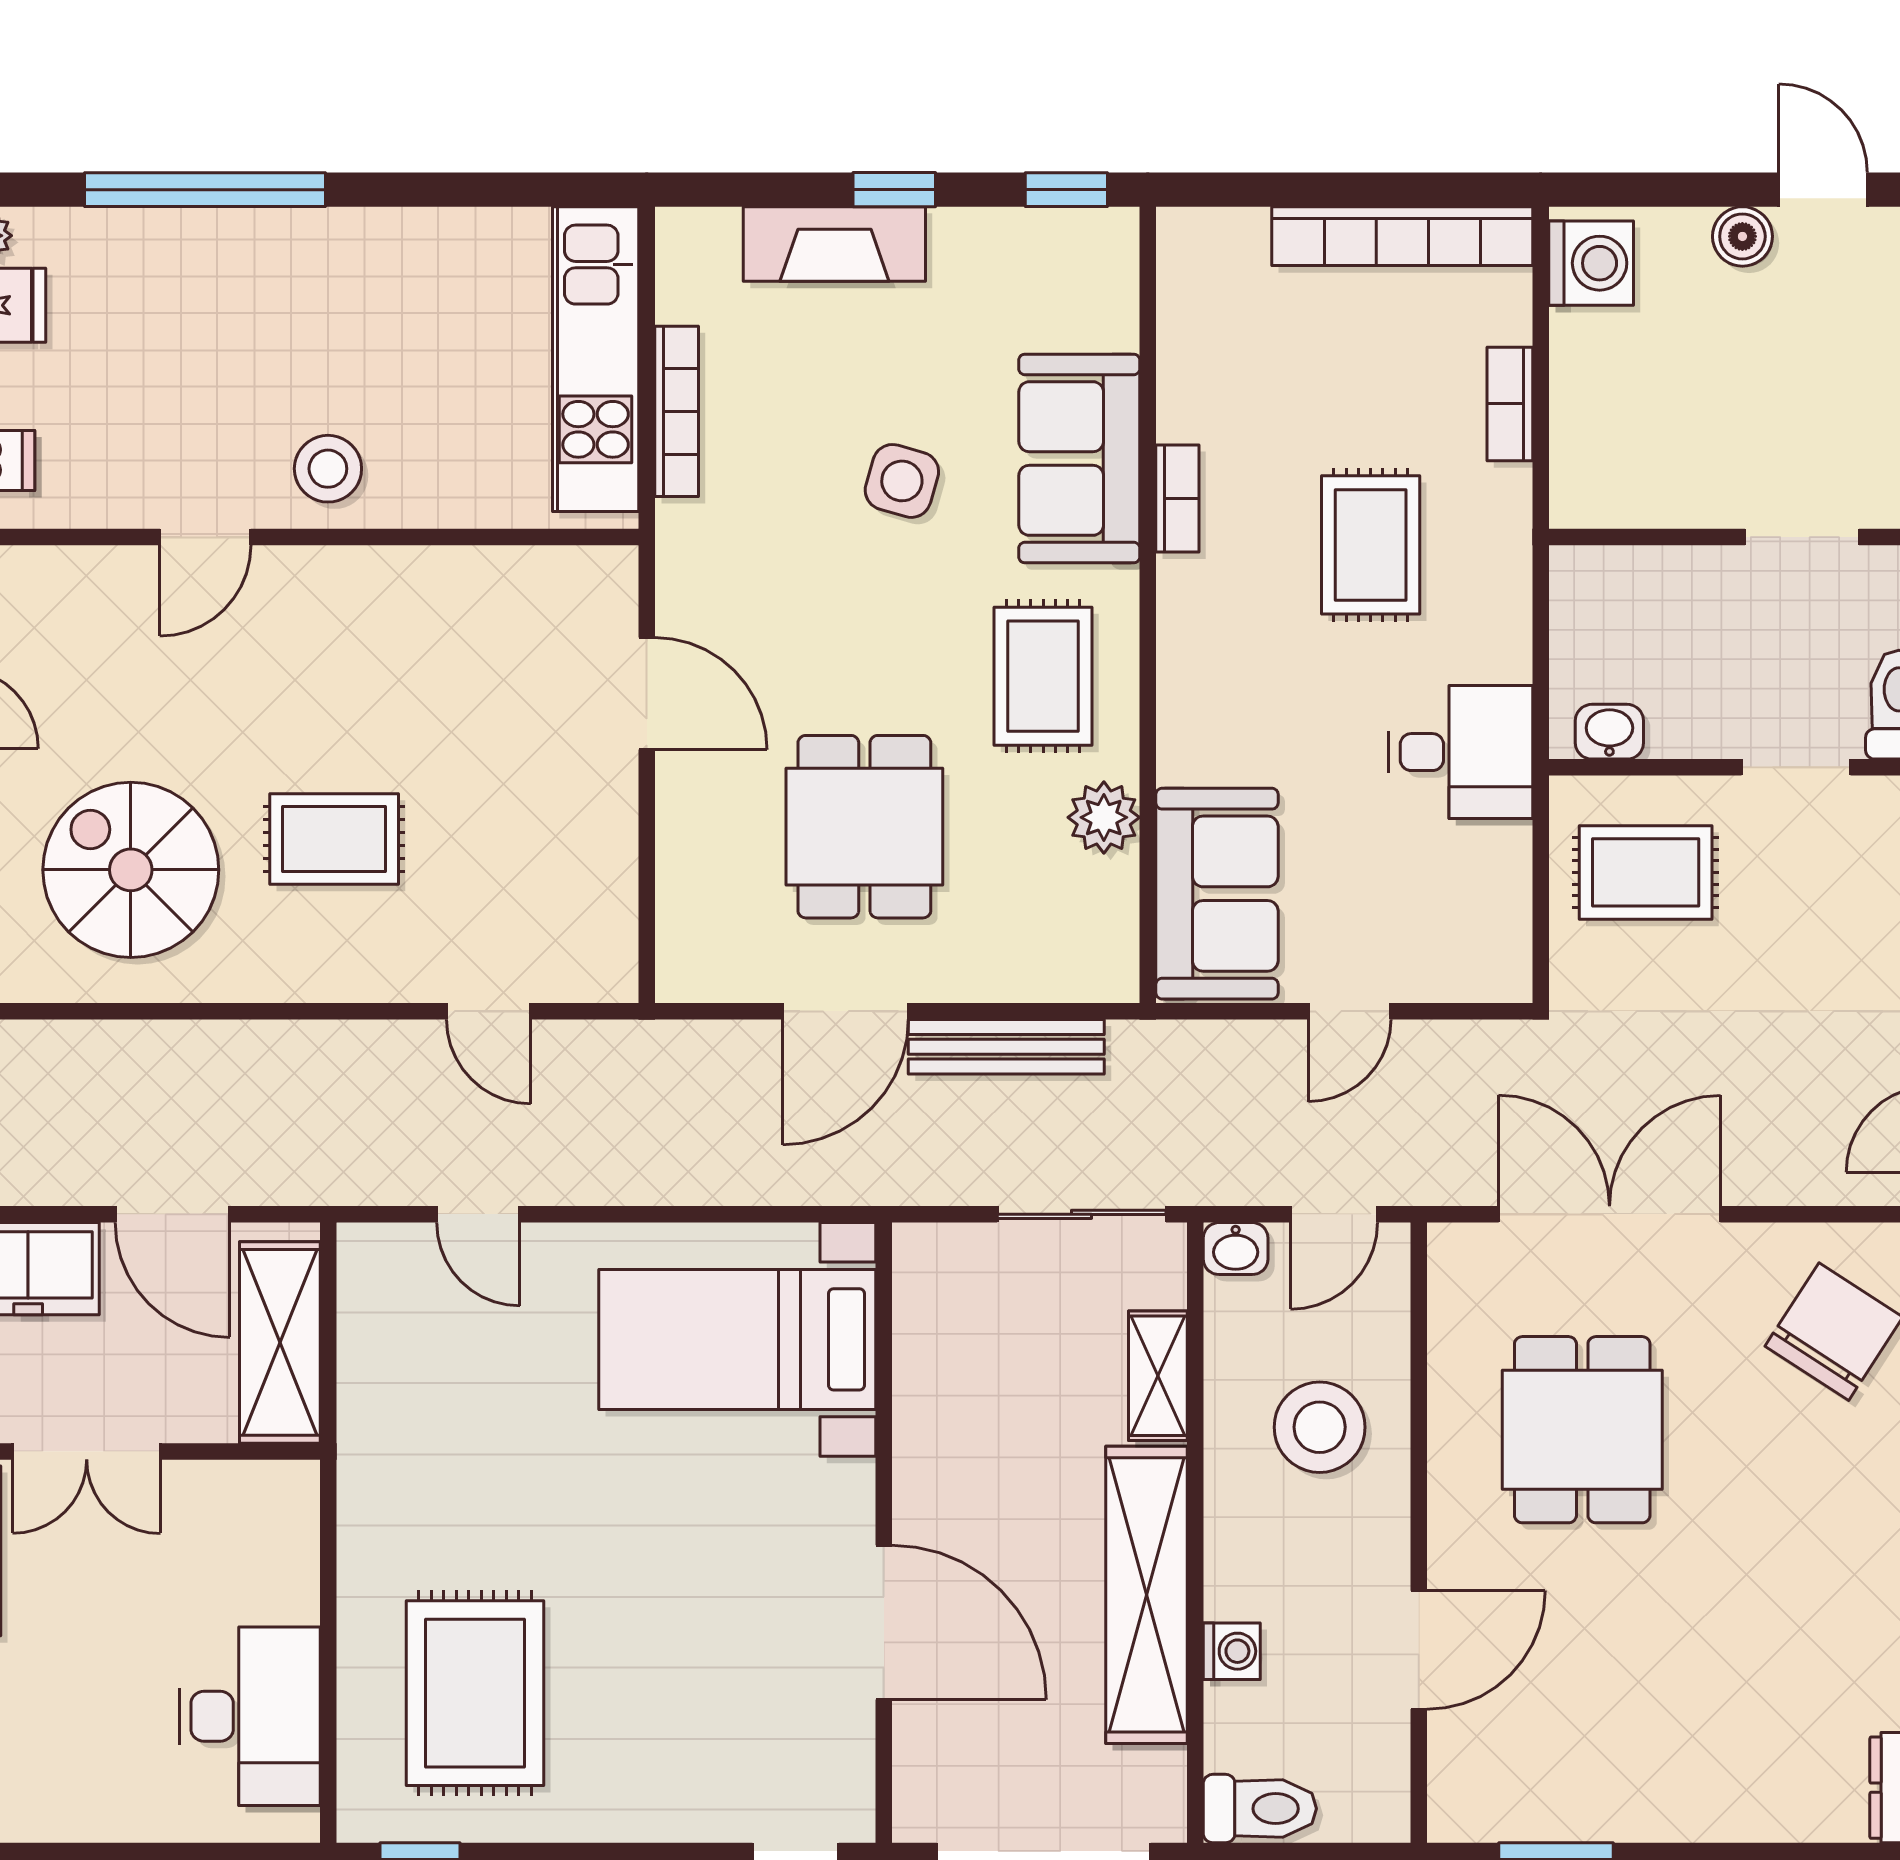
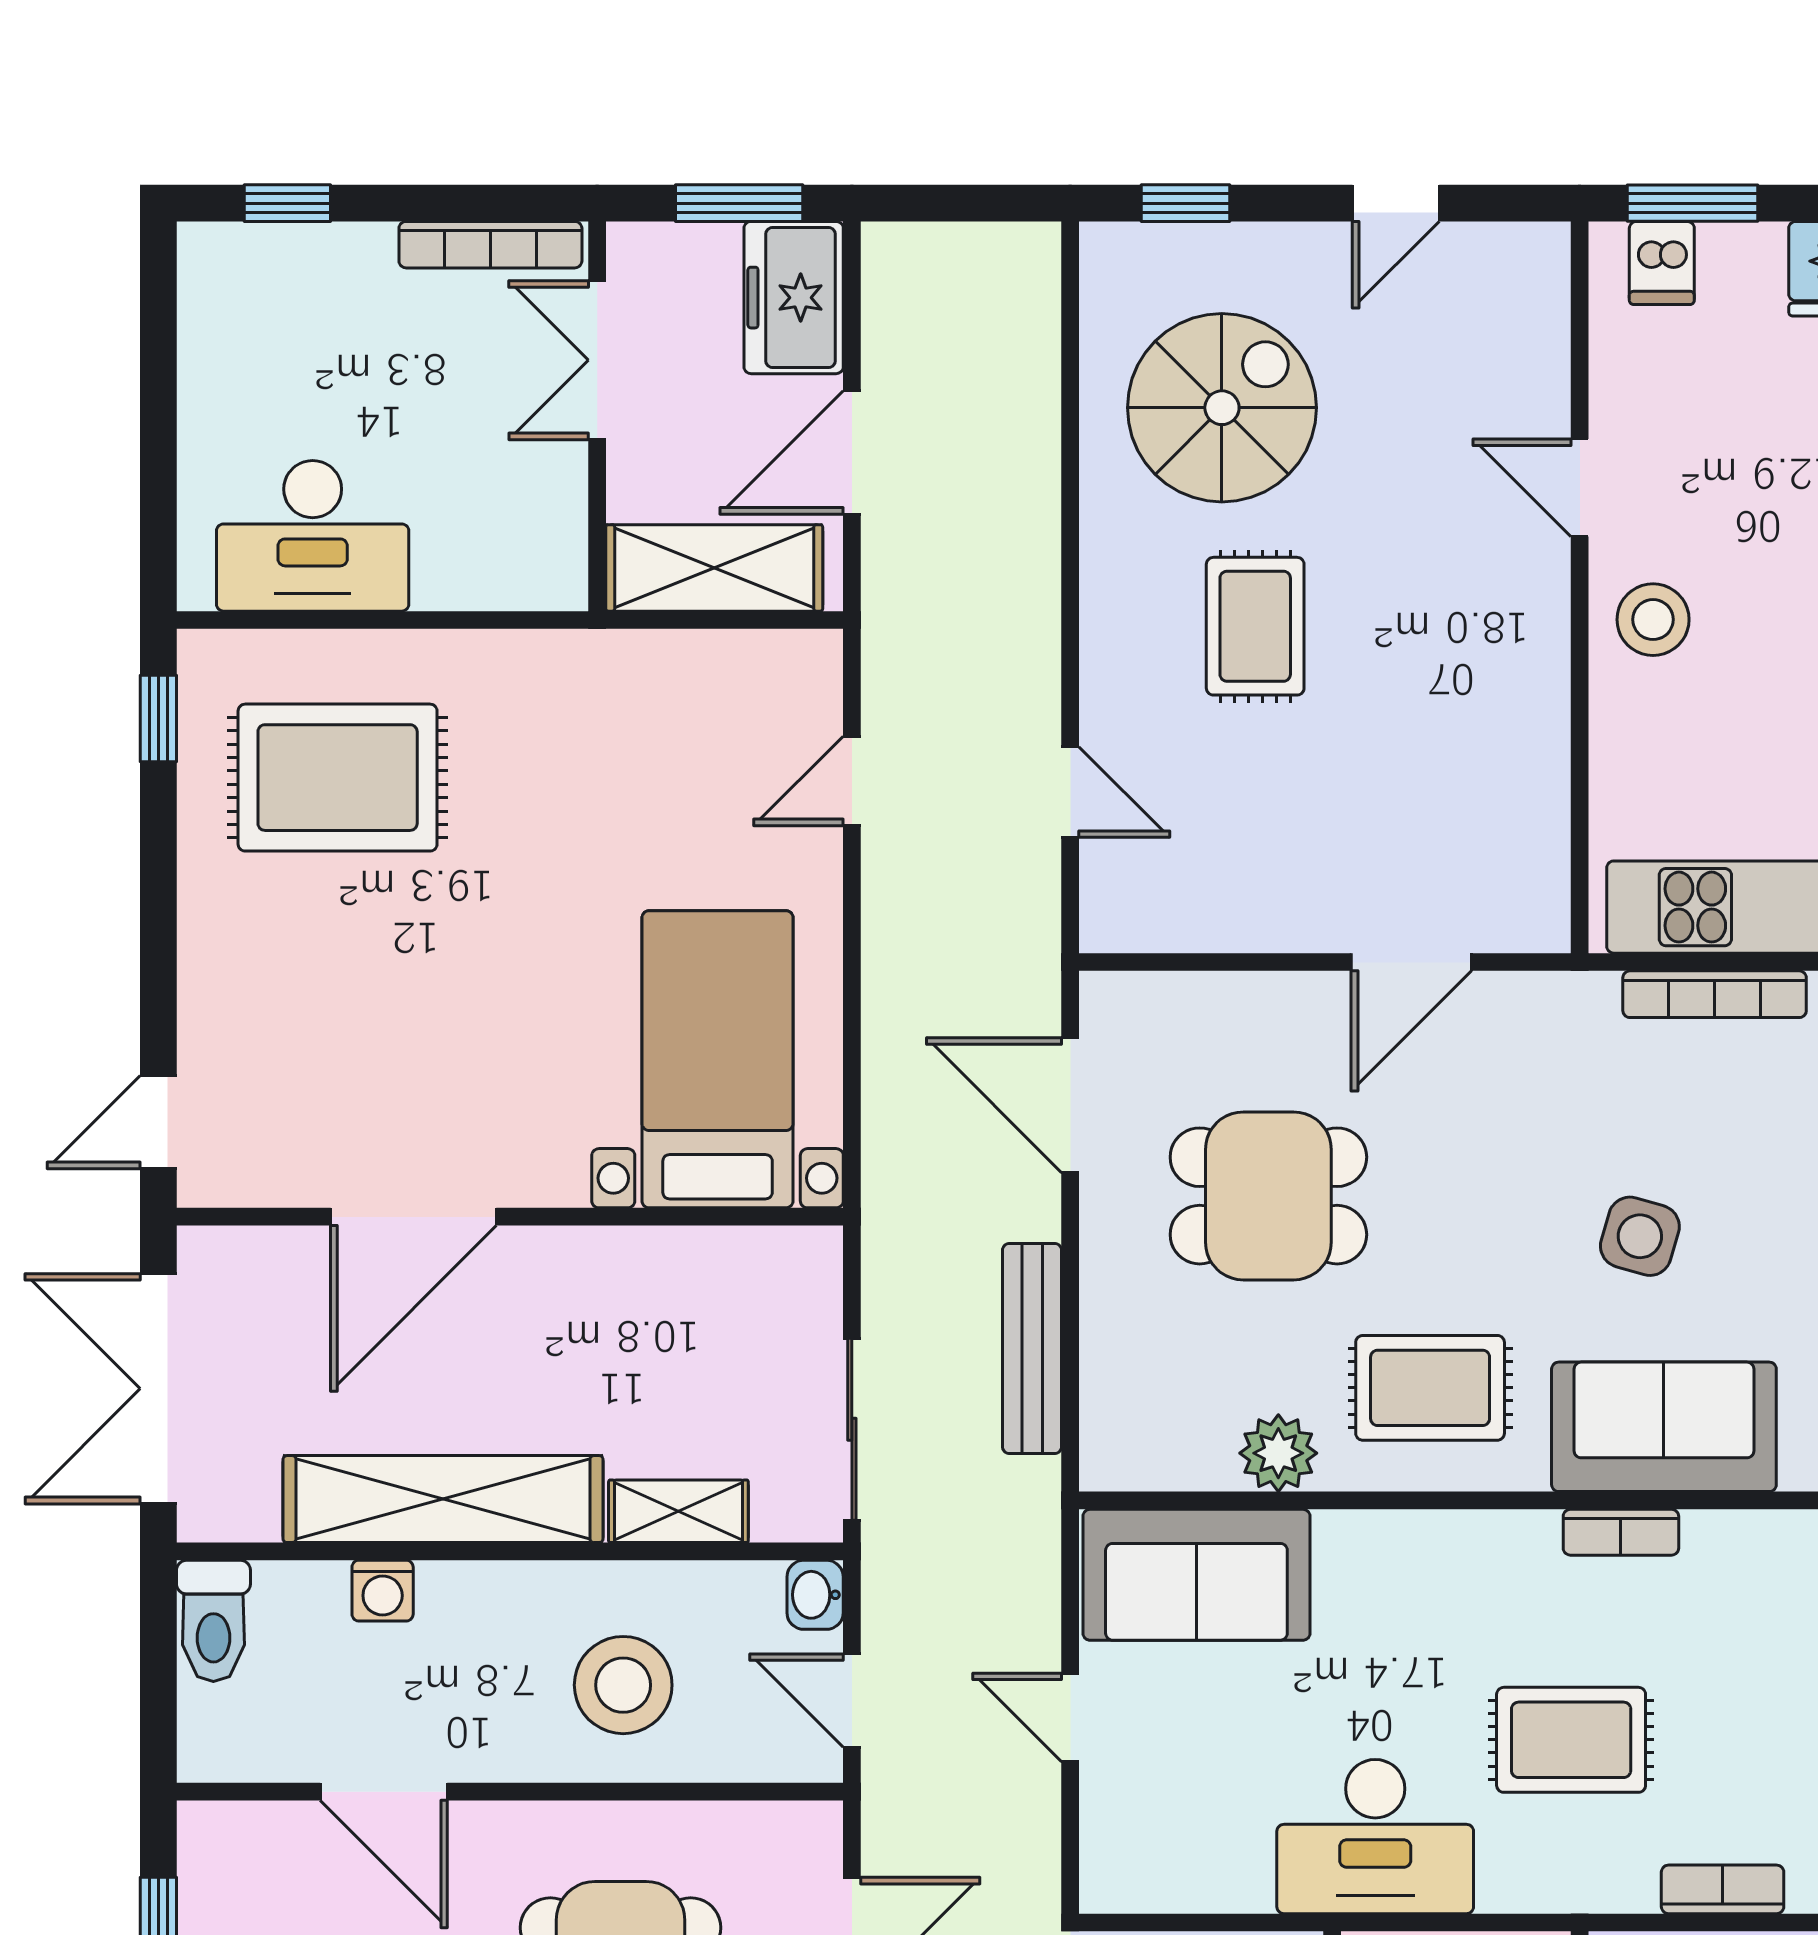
desk: (1461, 752) -> (1375, 1837), width x1.37
door: (489, 1011) -> (1070, 792), swing flipped
door: (846, 1011) -> (1070, 1105), moved

